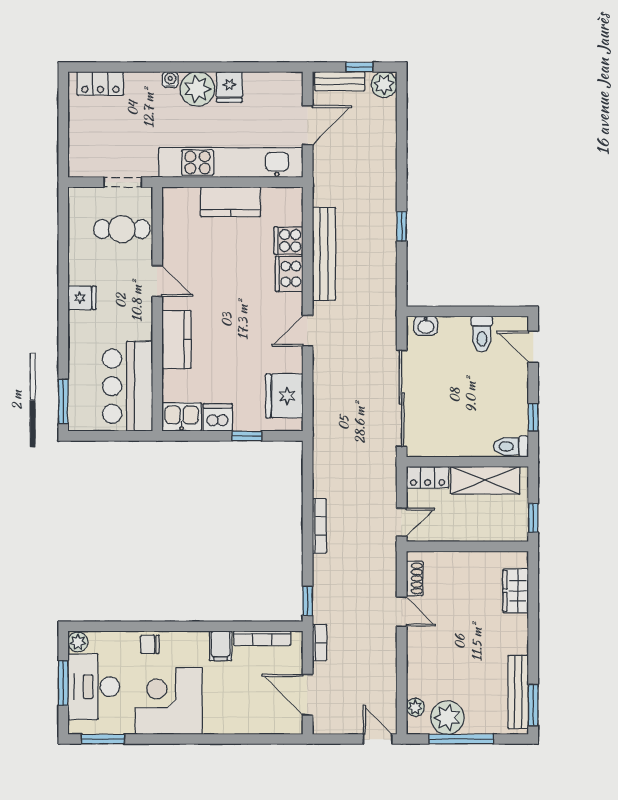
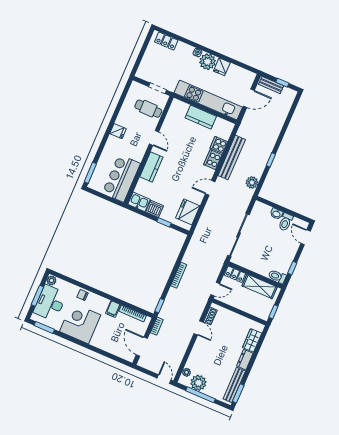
plant: (384, 85) -> (252, 183), moved
washbasin: (426, 326) -> (276, 214), moved
dresser: (518, 634) -> (245, 360), added

